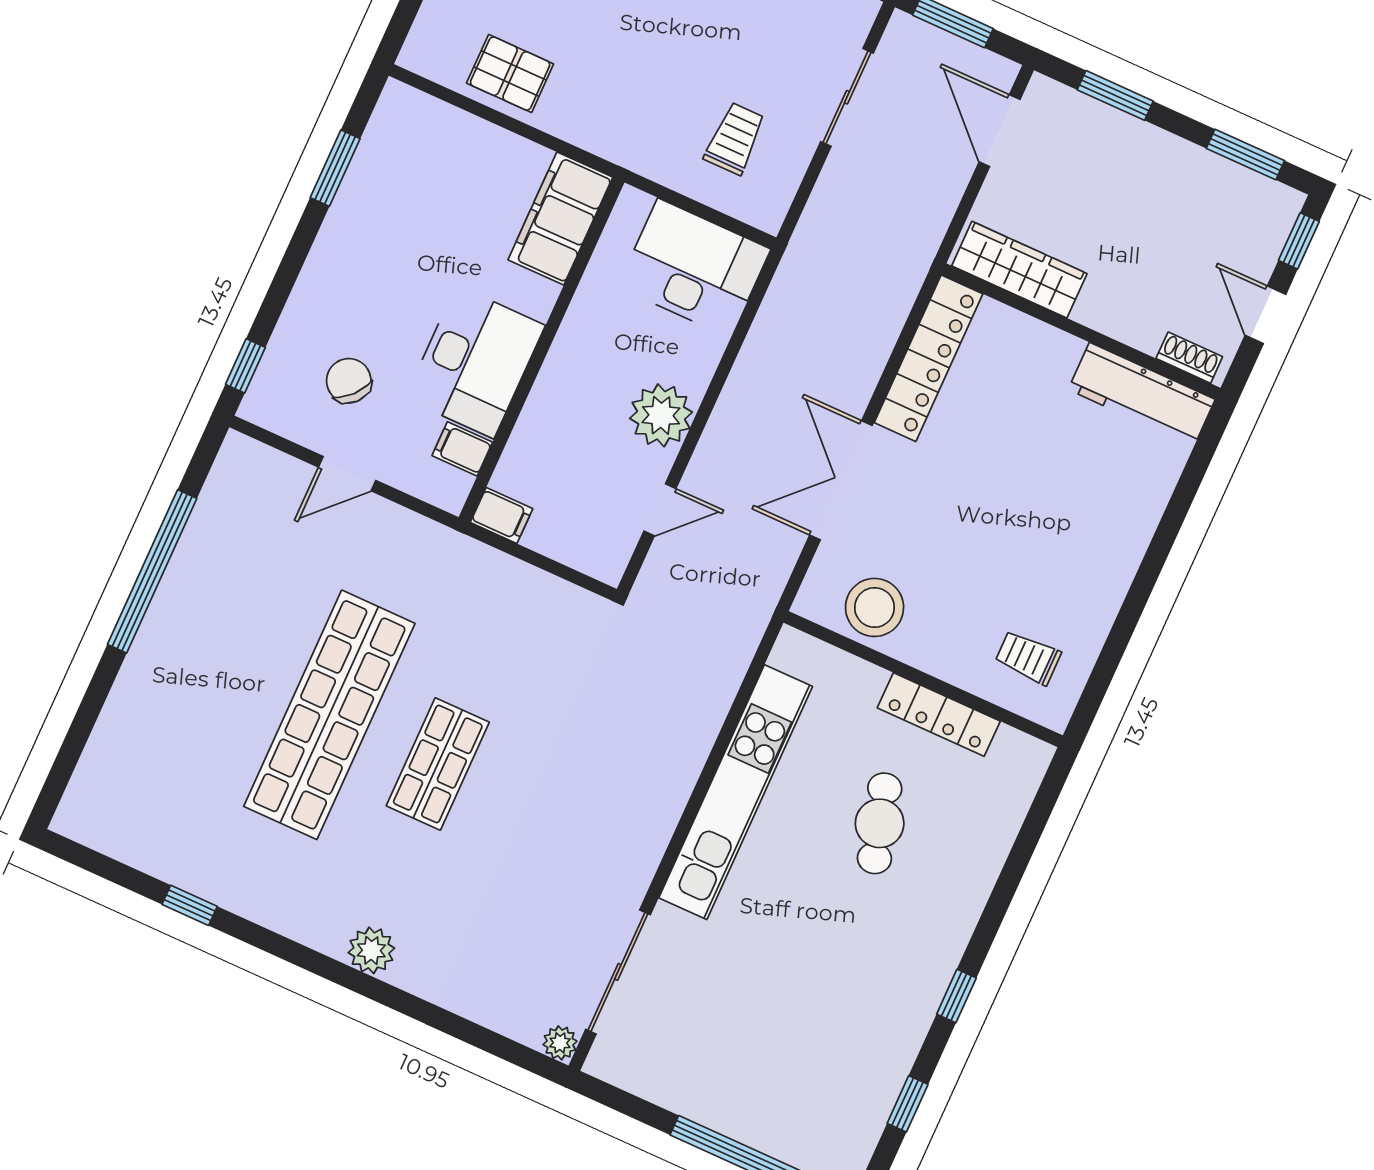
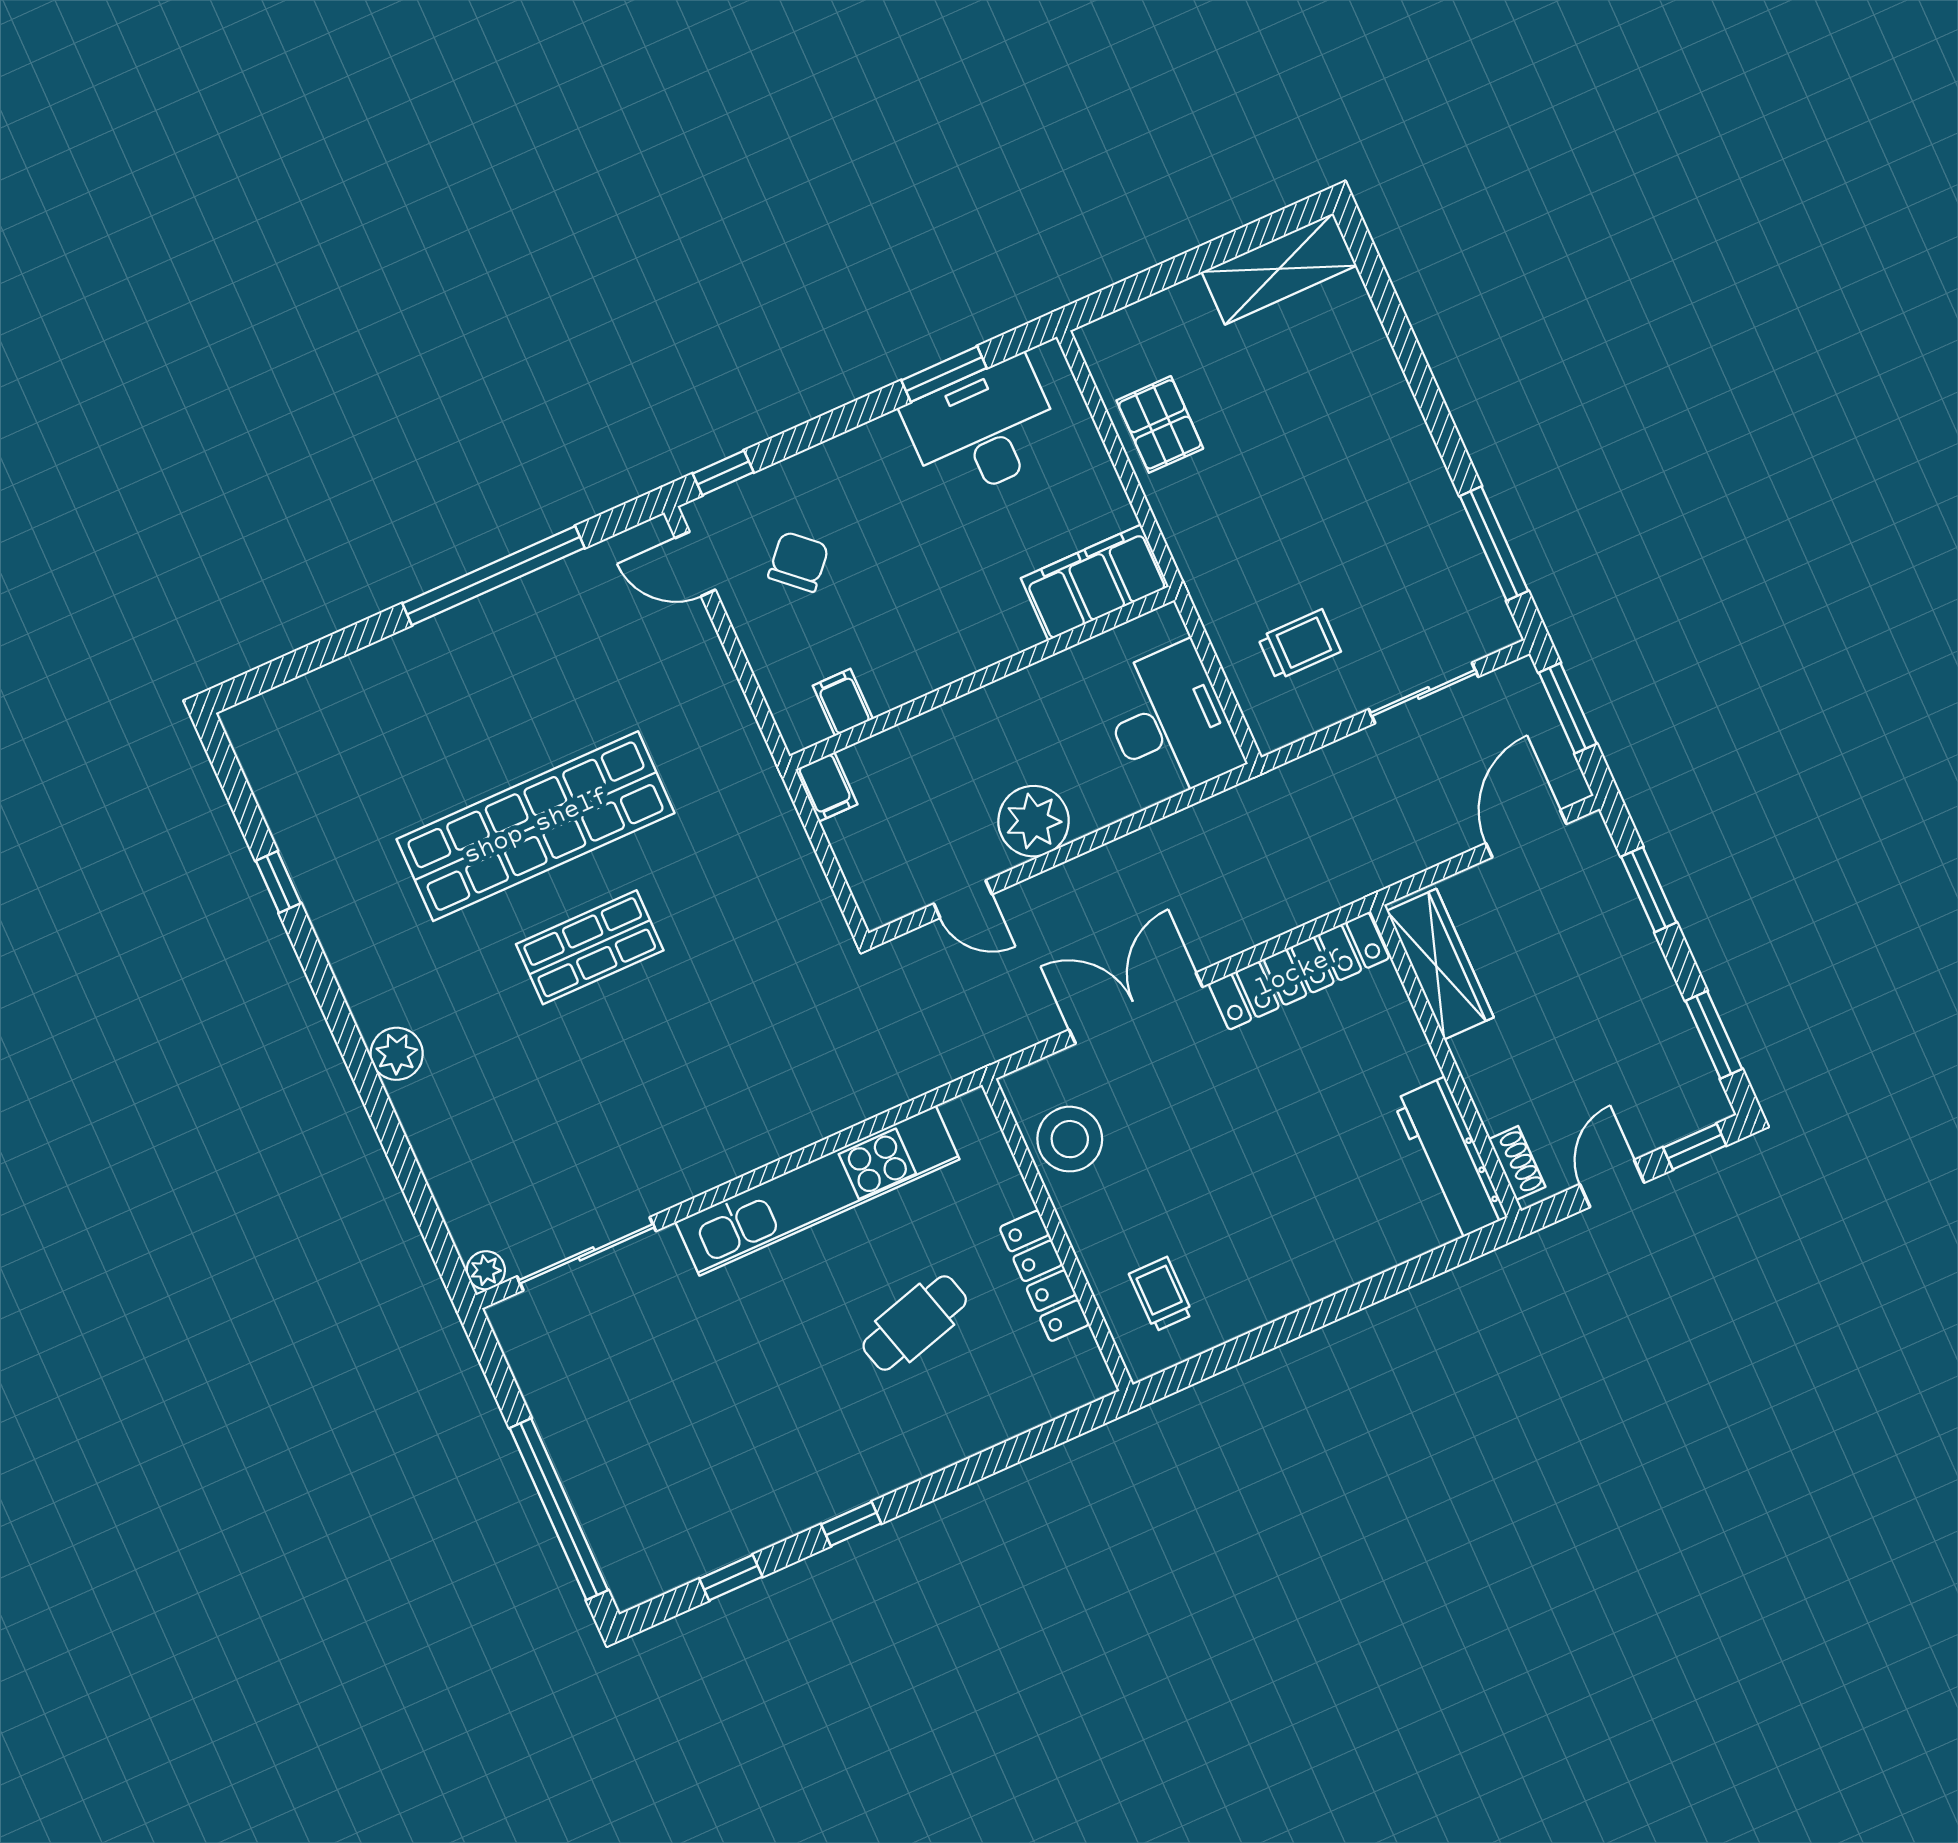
desk: (475, 362) -> (983, 429), moved, turned 180
door: (347, 474) -> (695, 564), moved

